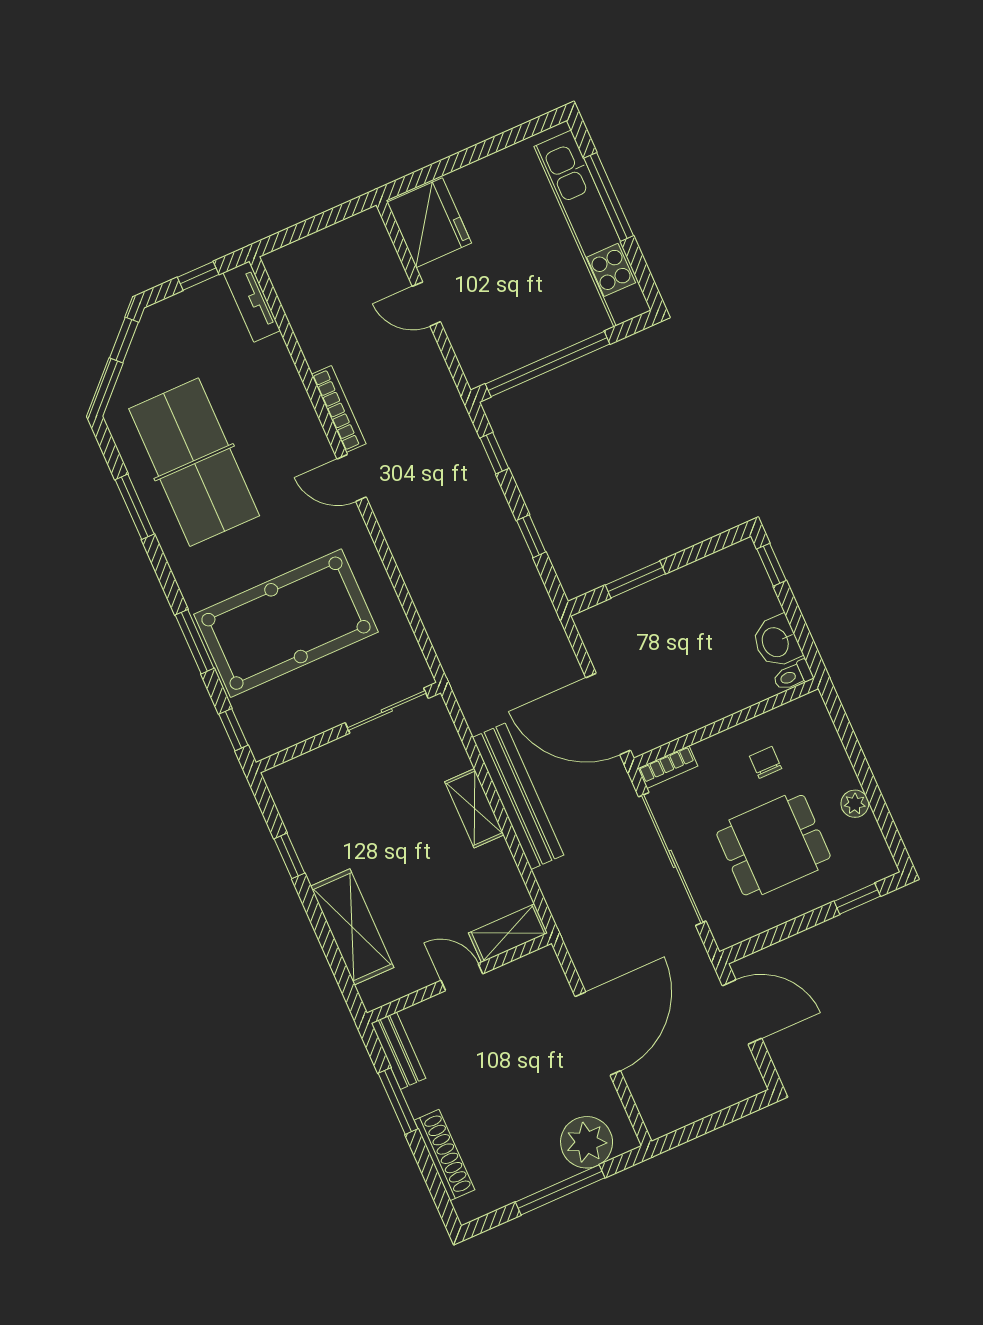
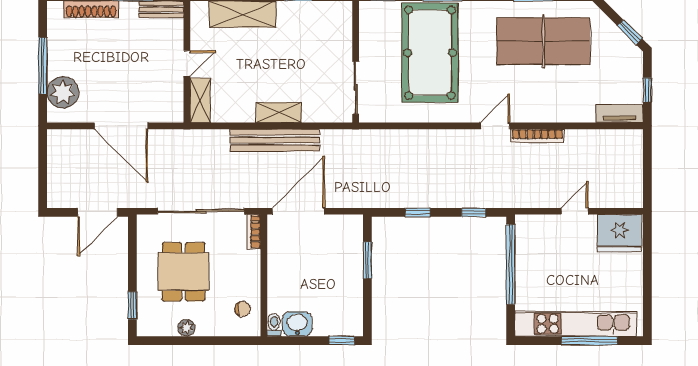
chair: (766, 762) -> (243, 309), moved

